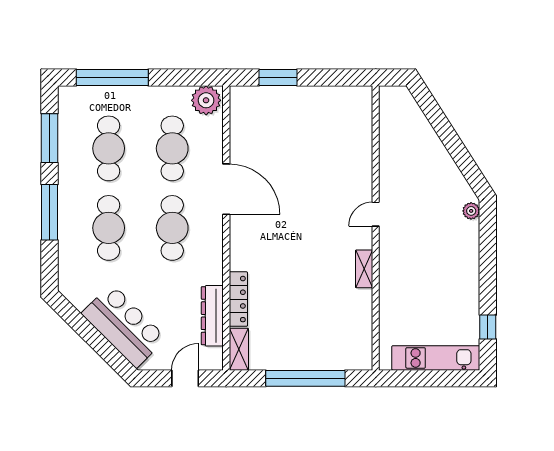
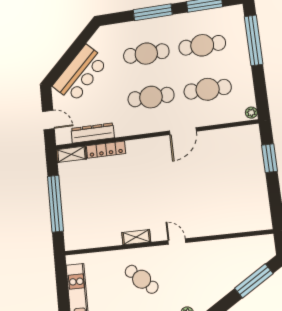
plant: (206, 100) -> (251, 113), width x0.53, depth x0.53
window: (437, 119) -> (254, 281), added
door: (226, 189) -> (183, 131), width x0.73
cafe table: (421, 267) -> (142, 279), added

